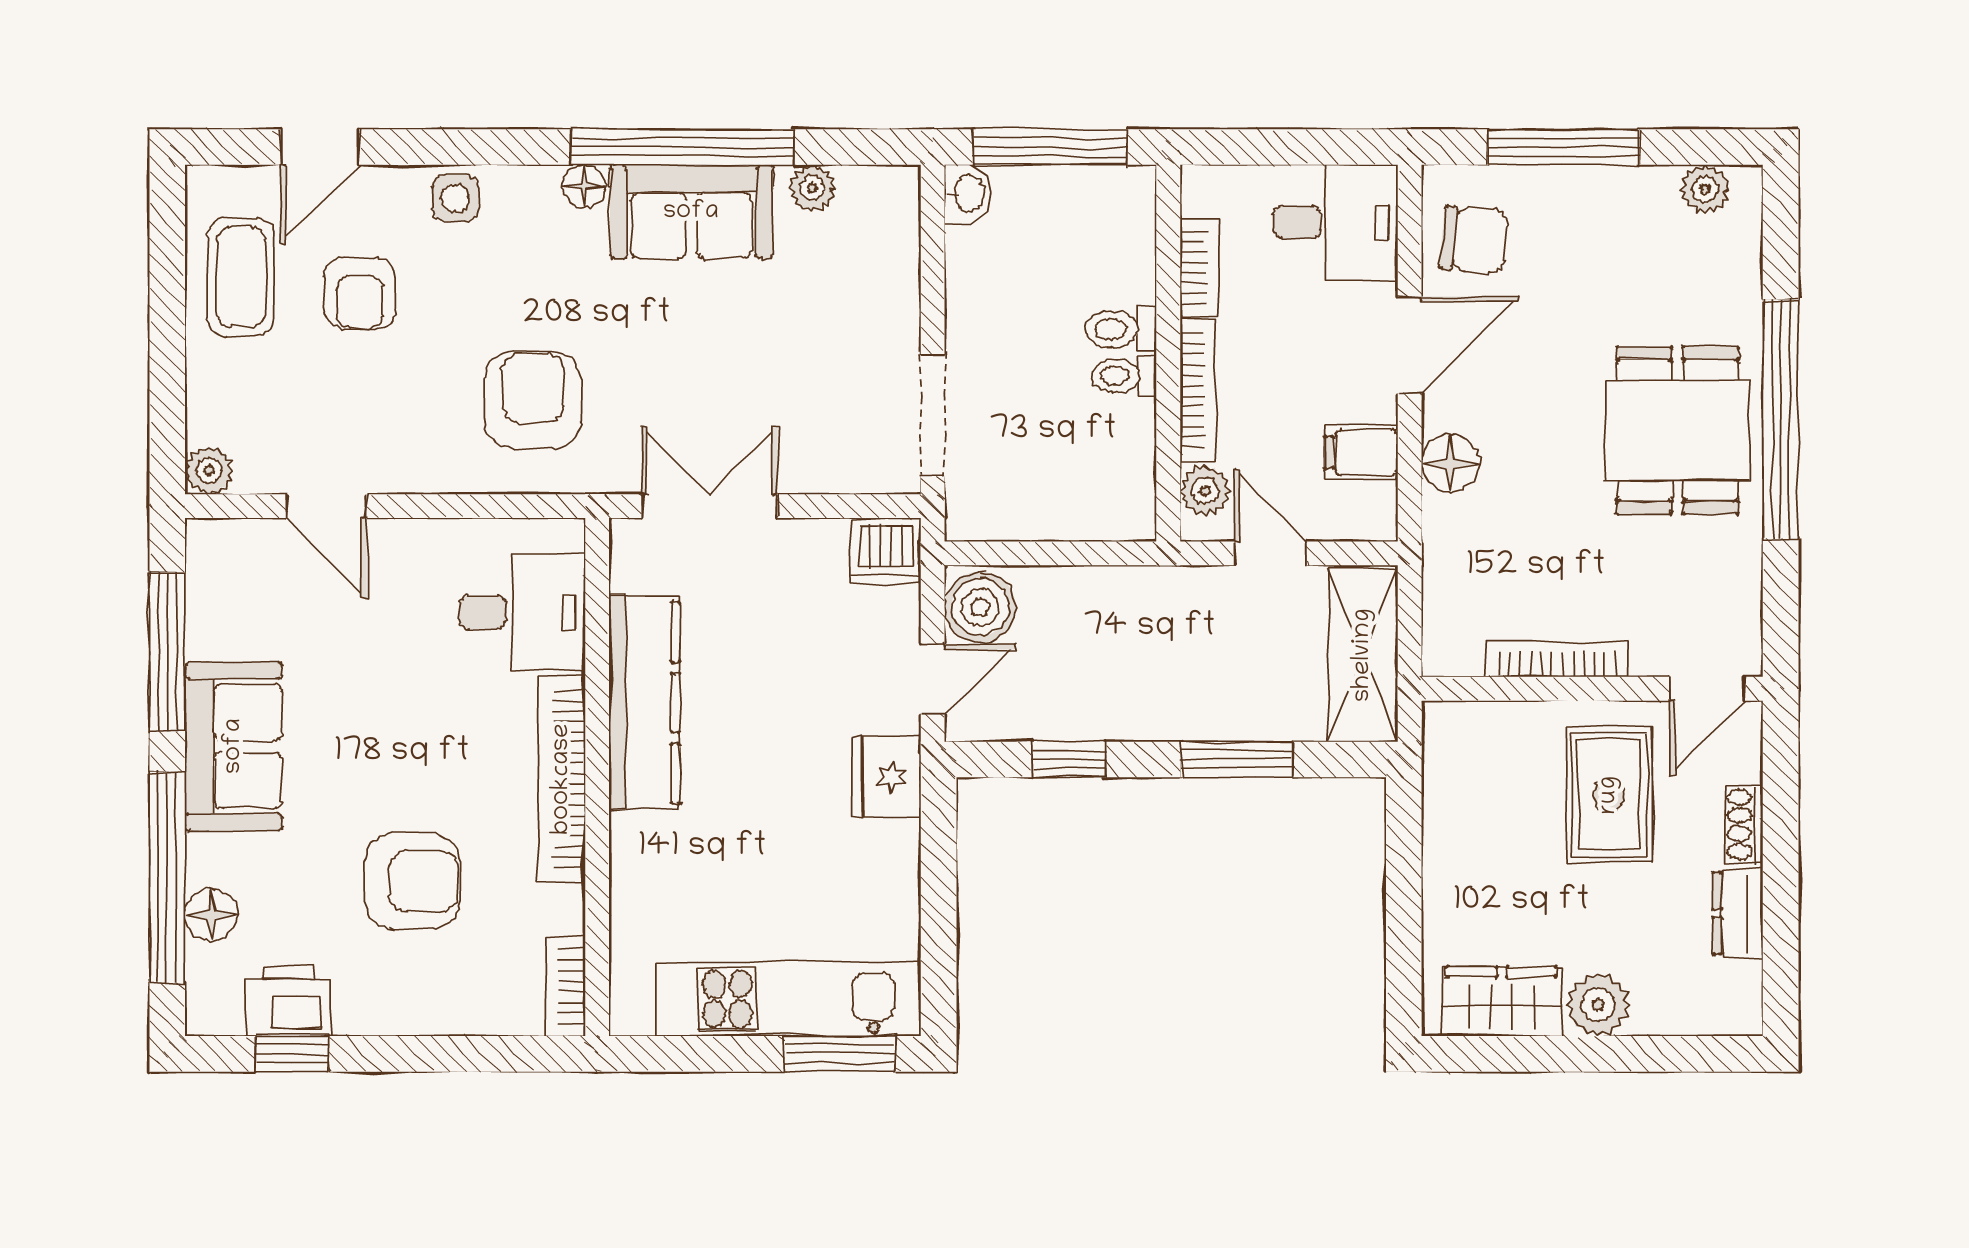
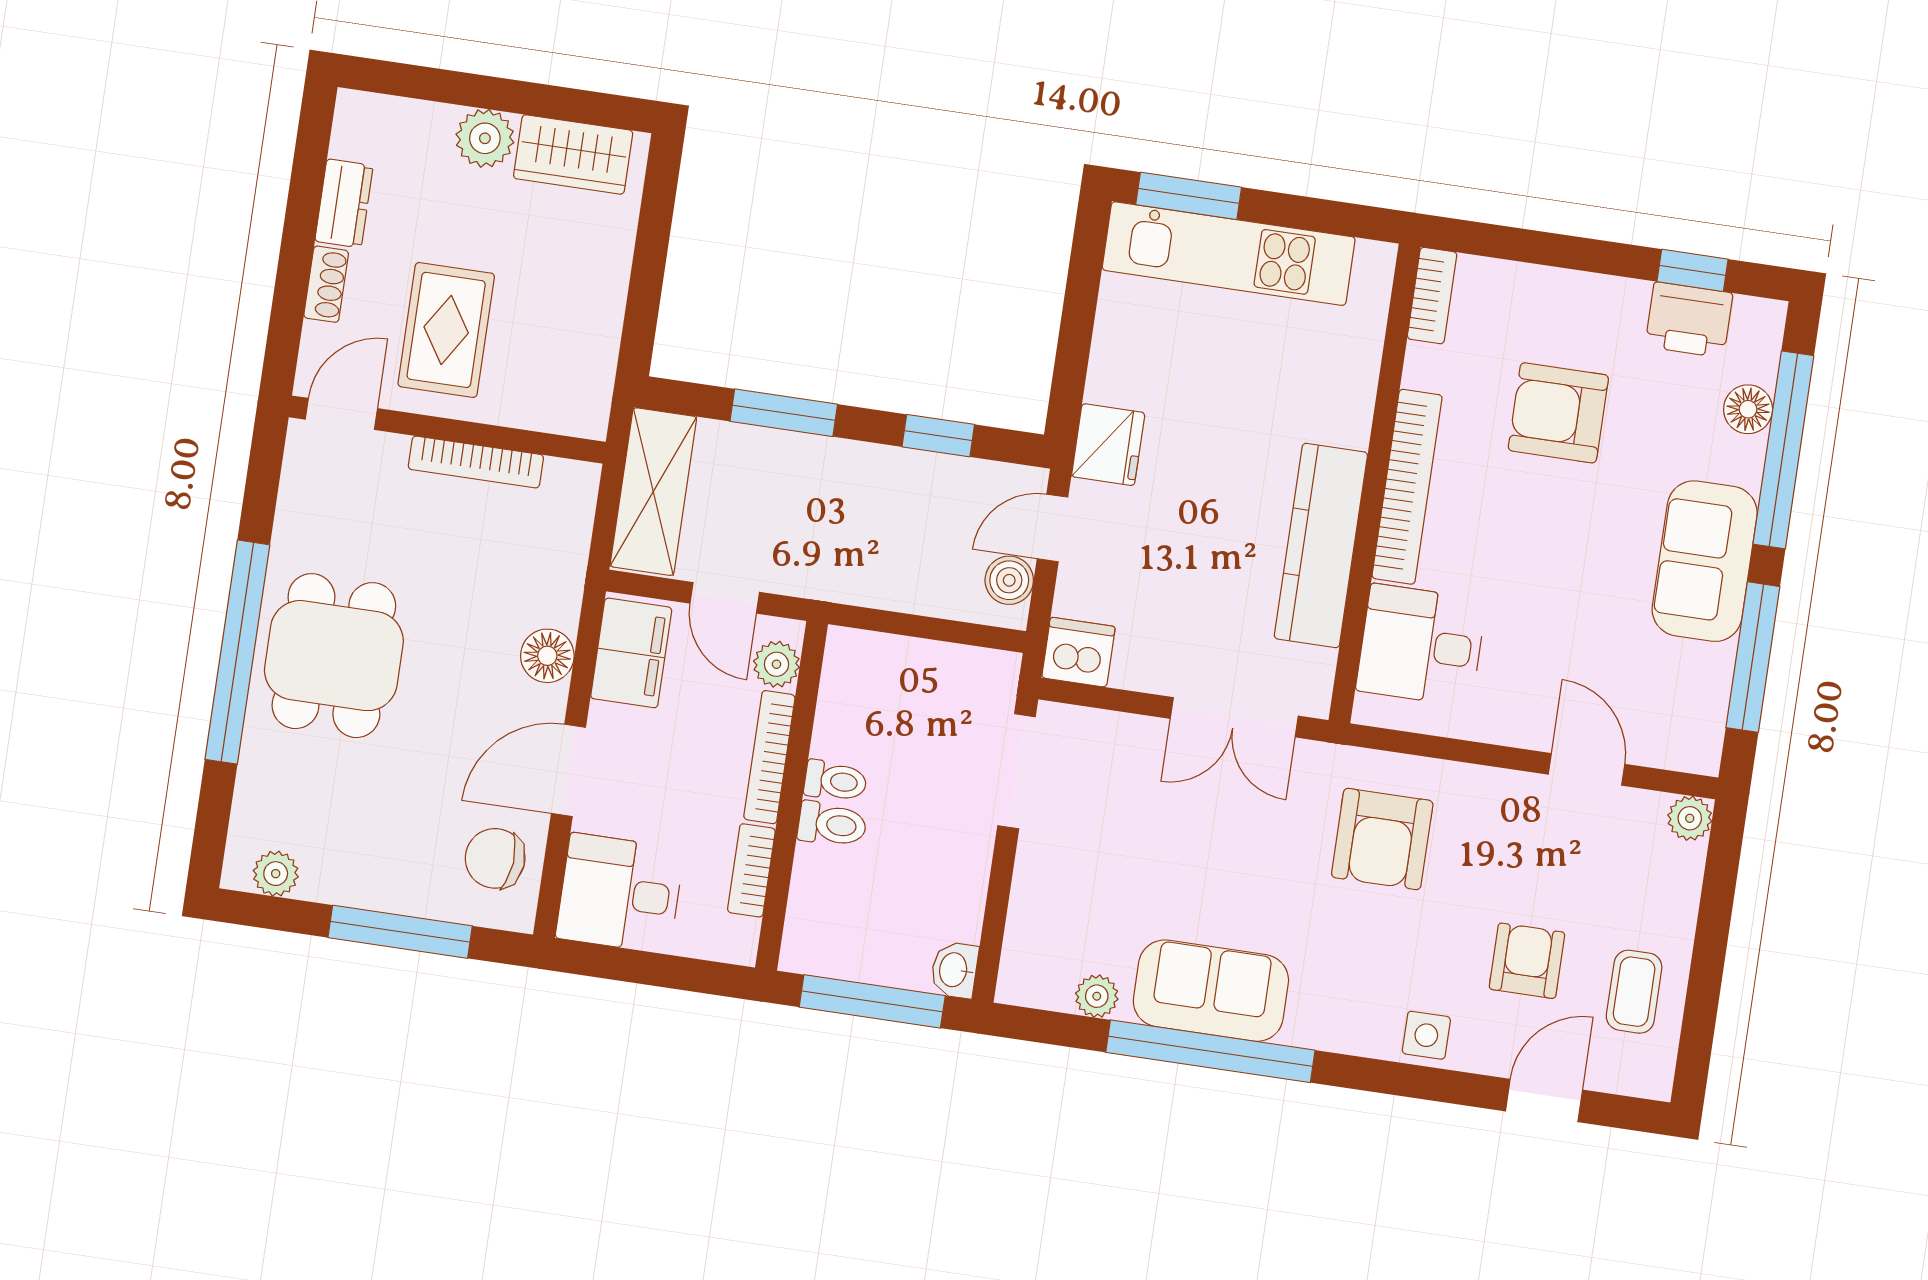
floor lamp: (584, 186) -> (1306, 1029), removed
coffee table: (241, 277) -> (1634, 992), width x0.73, depth x0.77
filing cabinet: (1361, 453) -> (631, 653), width x2.00
boiler: (980, 607) -> (1009, 580), width x0.73, depth x0.73

